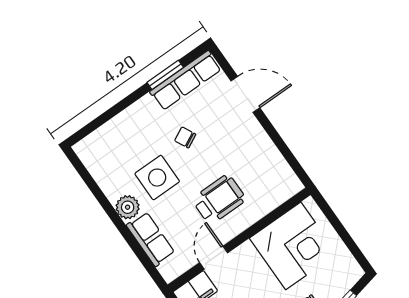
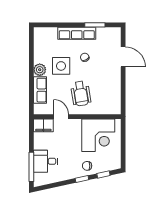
row of seats: (186, 80) -> (77, 33), moved
wheelchair: (219, 199) -> (81, 94), turned 81
door: (214, 258) -> (61, 117), hinge flipped

